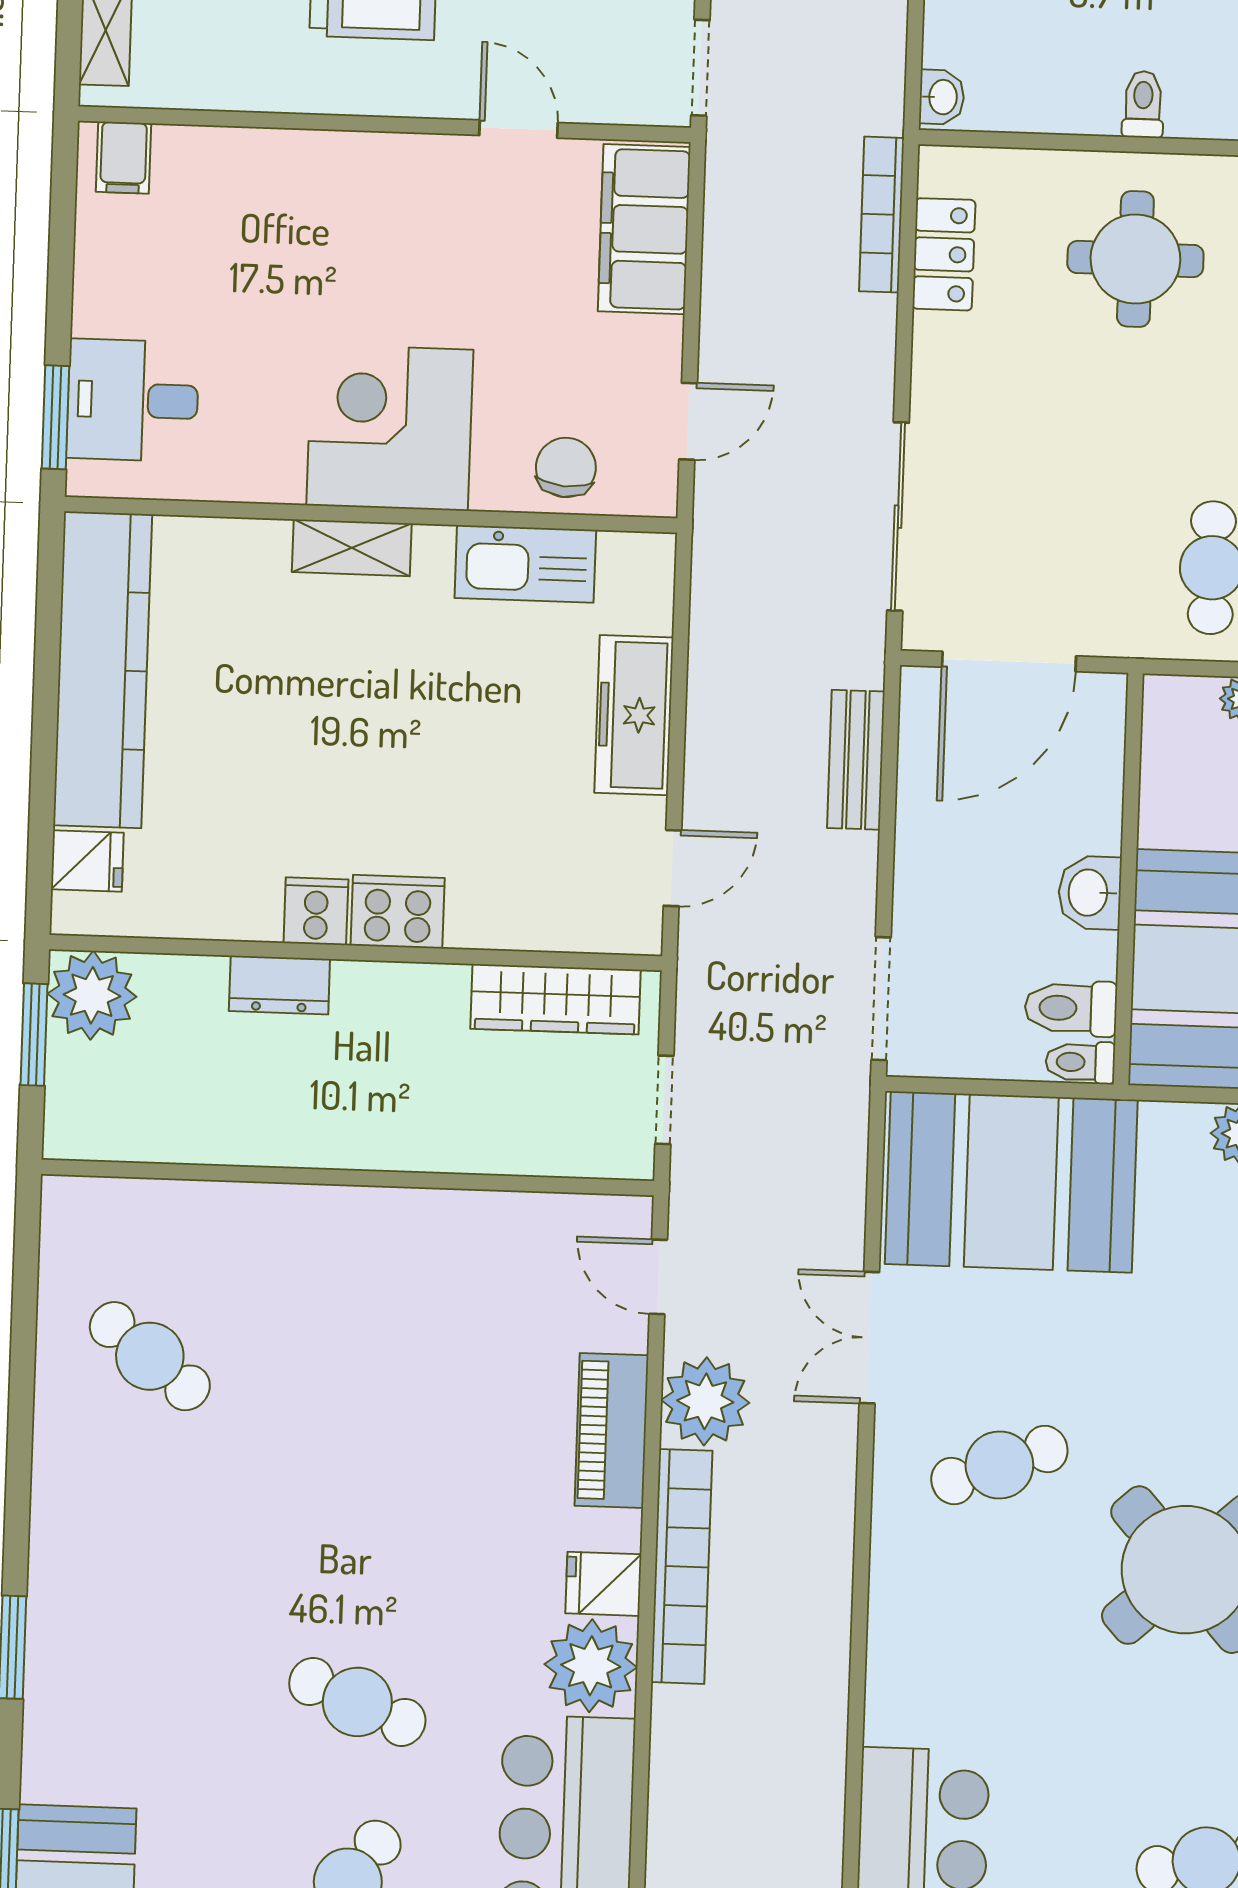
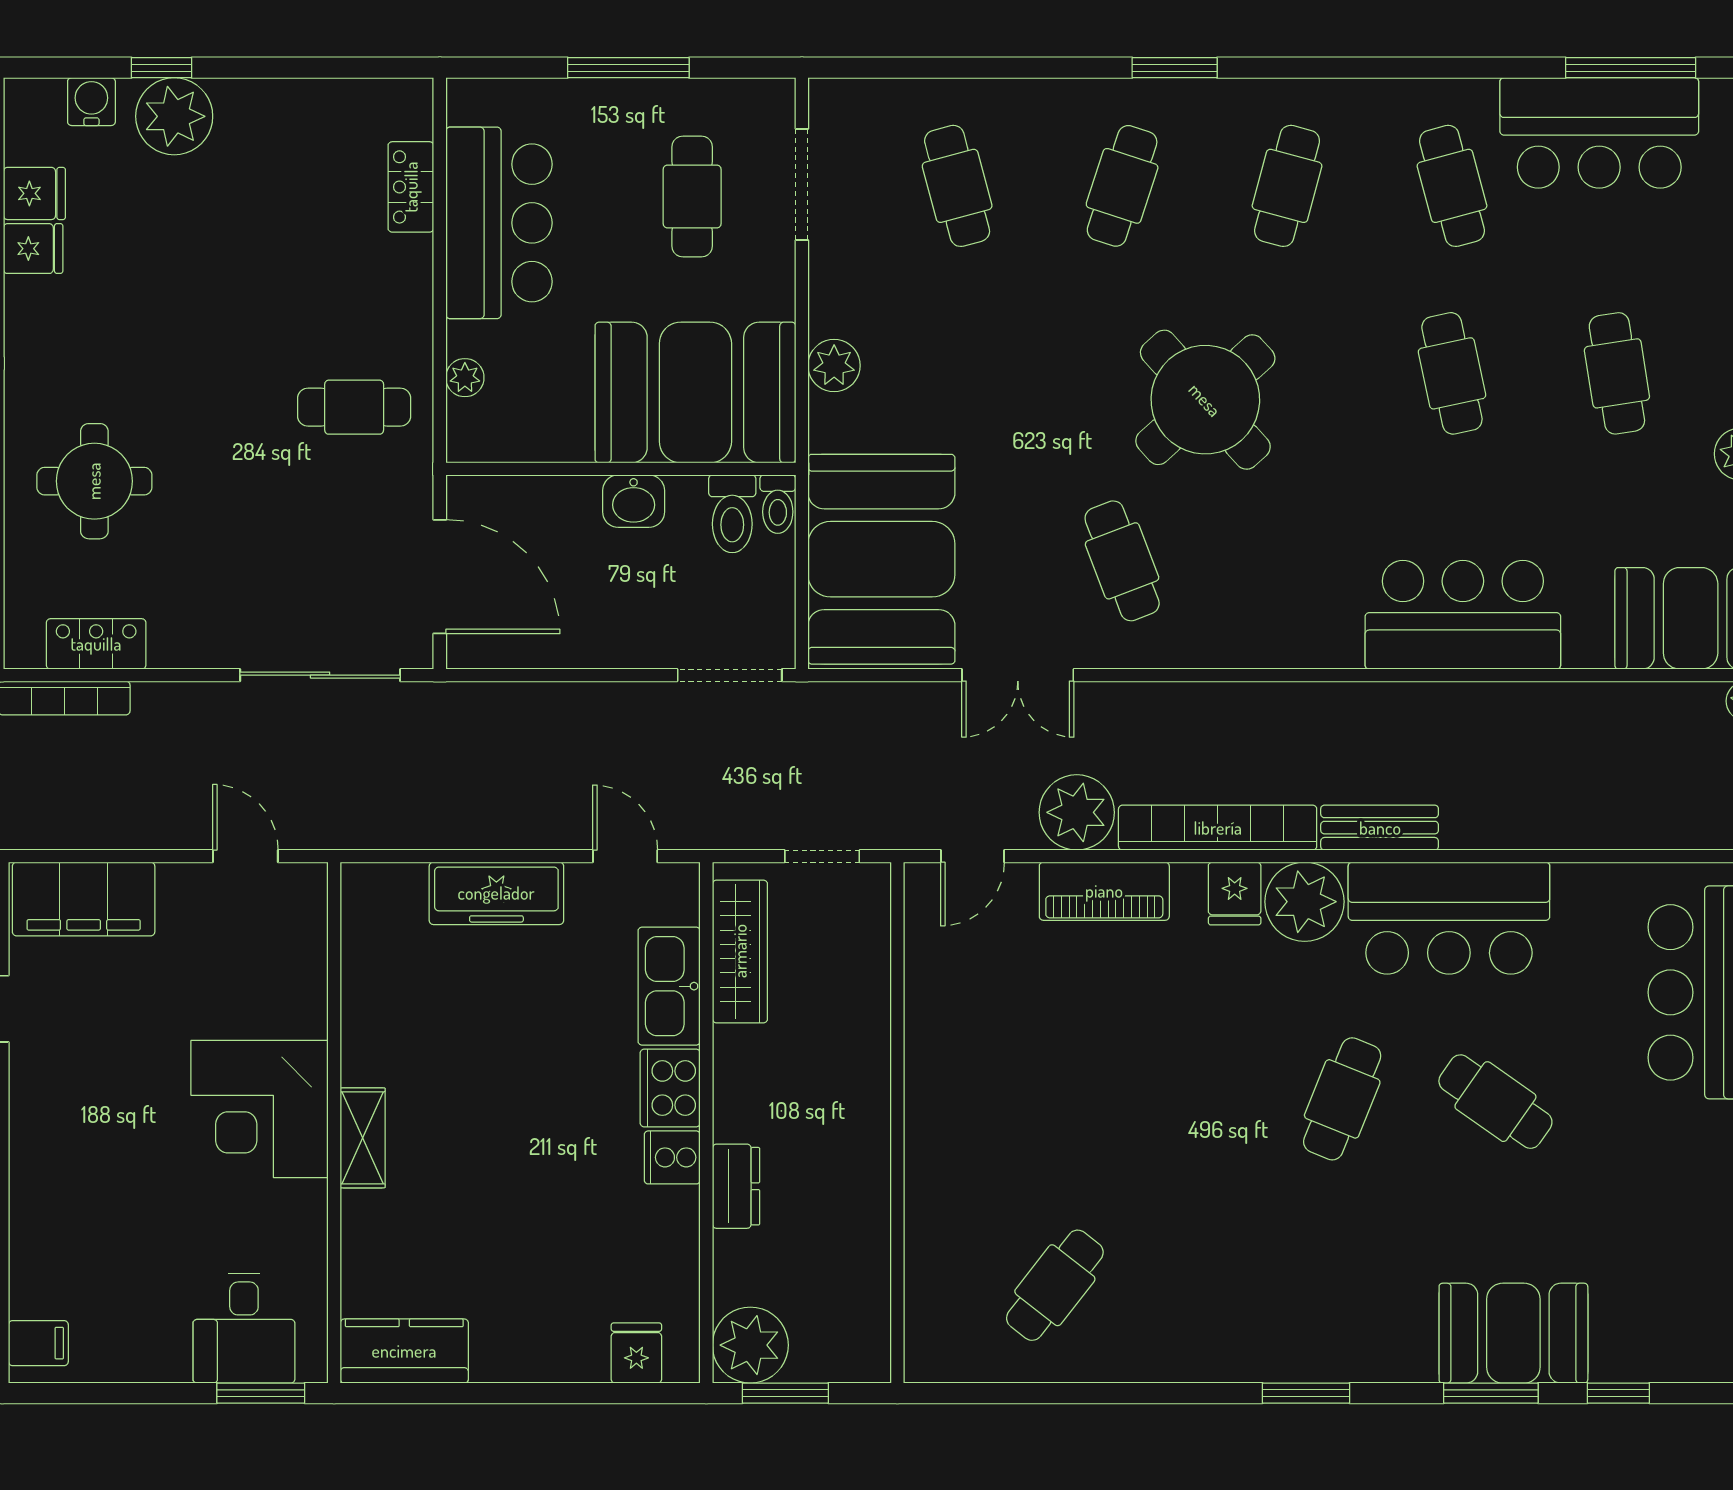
chair: (566, 467) -> (288, 958), removed
kitchen sink: (525, 564) -> (669, 986), moved, turned 180
kitchen counter: (103, 670) -> (404, 1351), width x0.48, depth x0.86
bench: (856, 760) -> (1380, 828), moved

